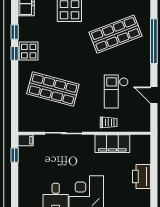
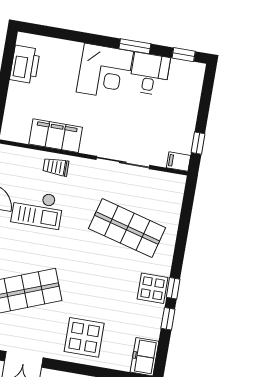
checkout: (116, 92) -> (37, 209), turned 90
printer: (142, 177) -> (25, 64), moved

